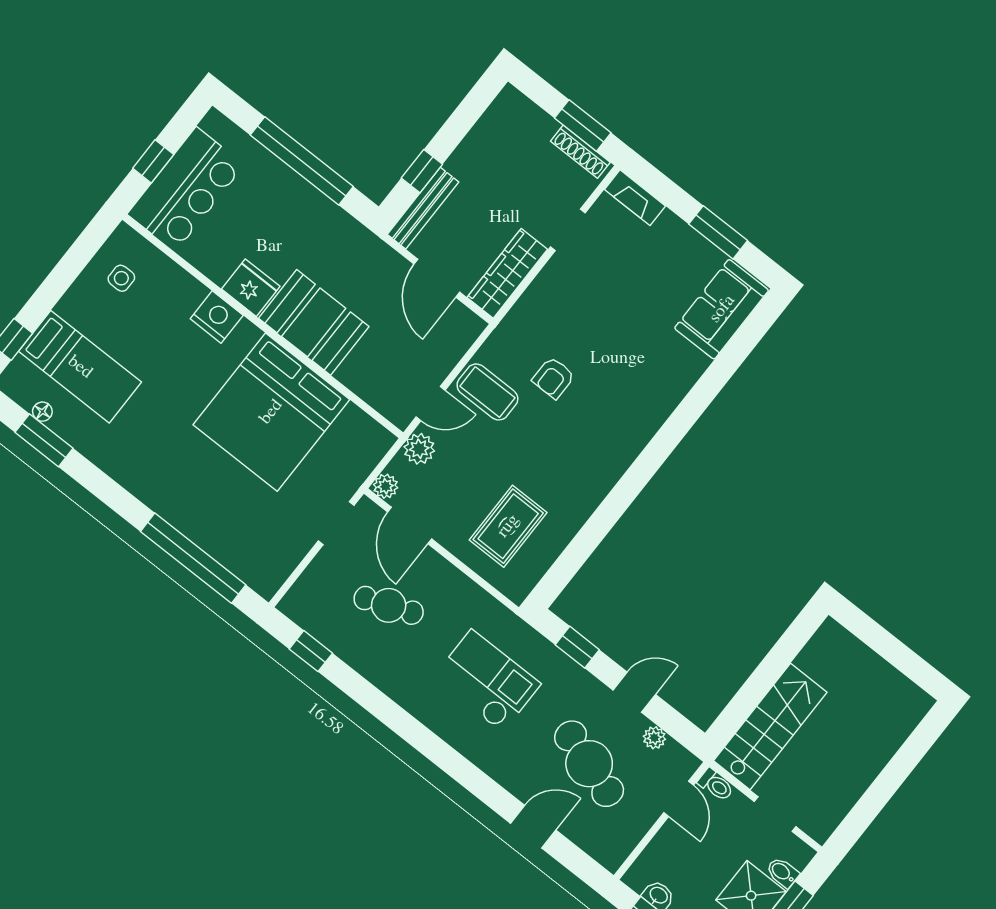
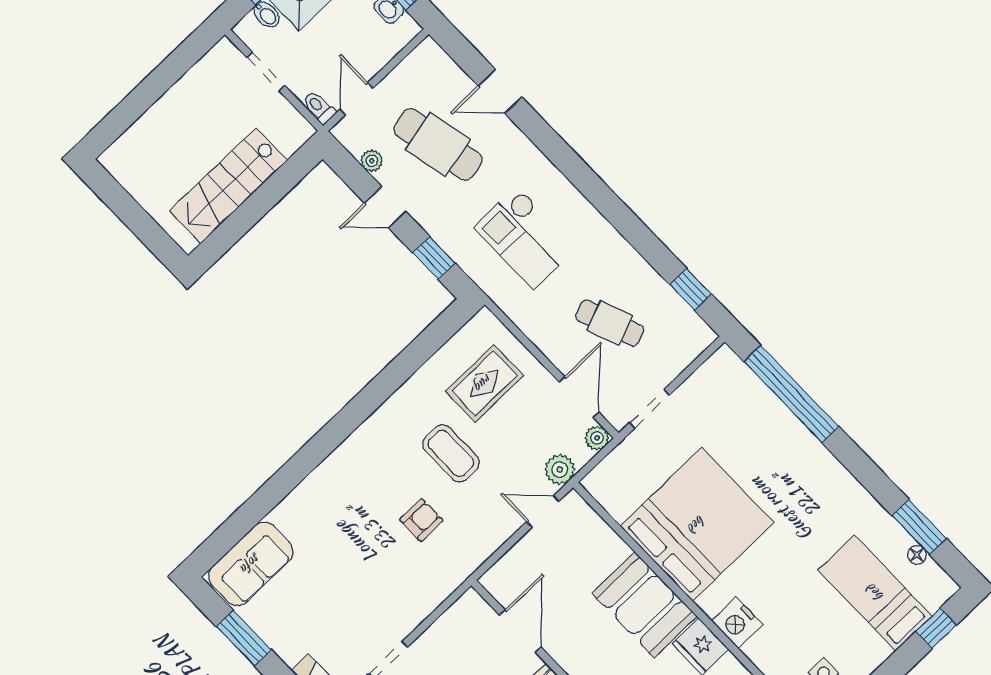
wardrobe: (507, 273) -> (452, 626), removed
coffee table: (487, 392) -> (451, 453), moved
stairs: (770, 727) -> (228, 186), moved
cafe table: (589, 764) -> (438, 144), turned -30

